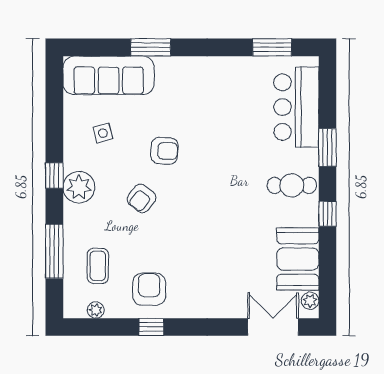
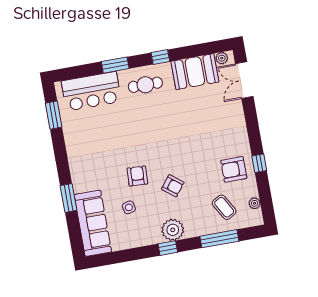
side table: (103, 133) -> (129, 207), moved
cafe table: (292, 185) -> (145, 85), turned 90
coffee table: (98, 266) -> (224, 207), turned 60

